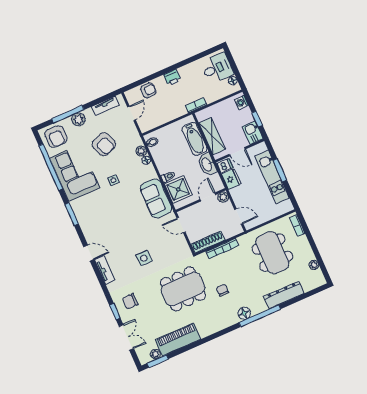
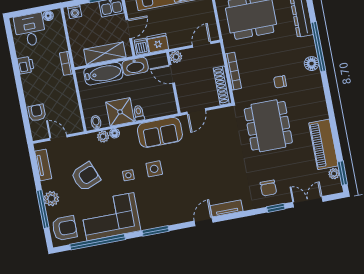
printer: (172, 78) -> (26, 65), moved
shower: (178, 189) -> (120, 112), moved
side table: (144, 258) -> (154, 169), moved

